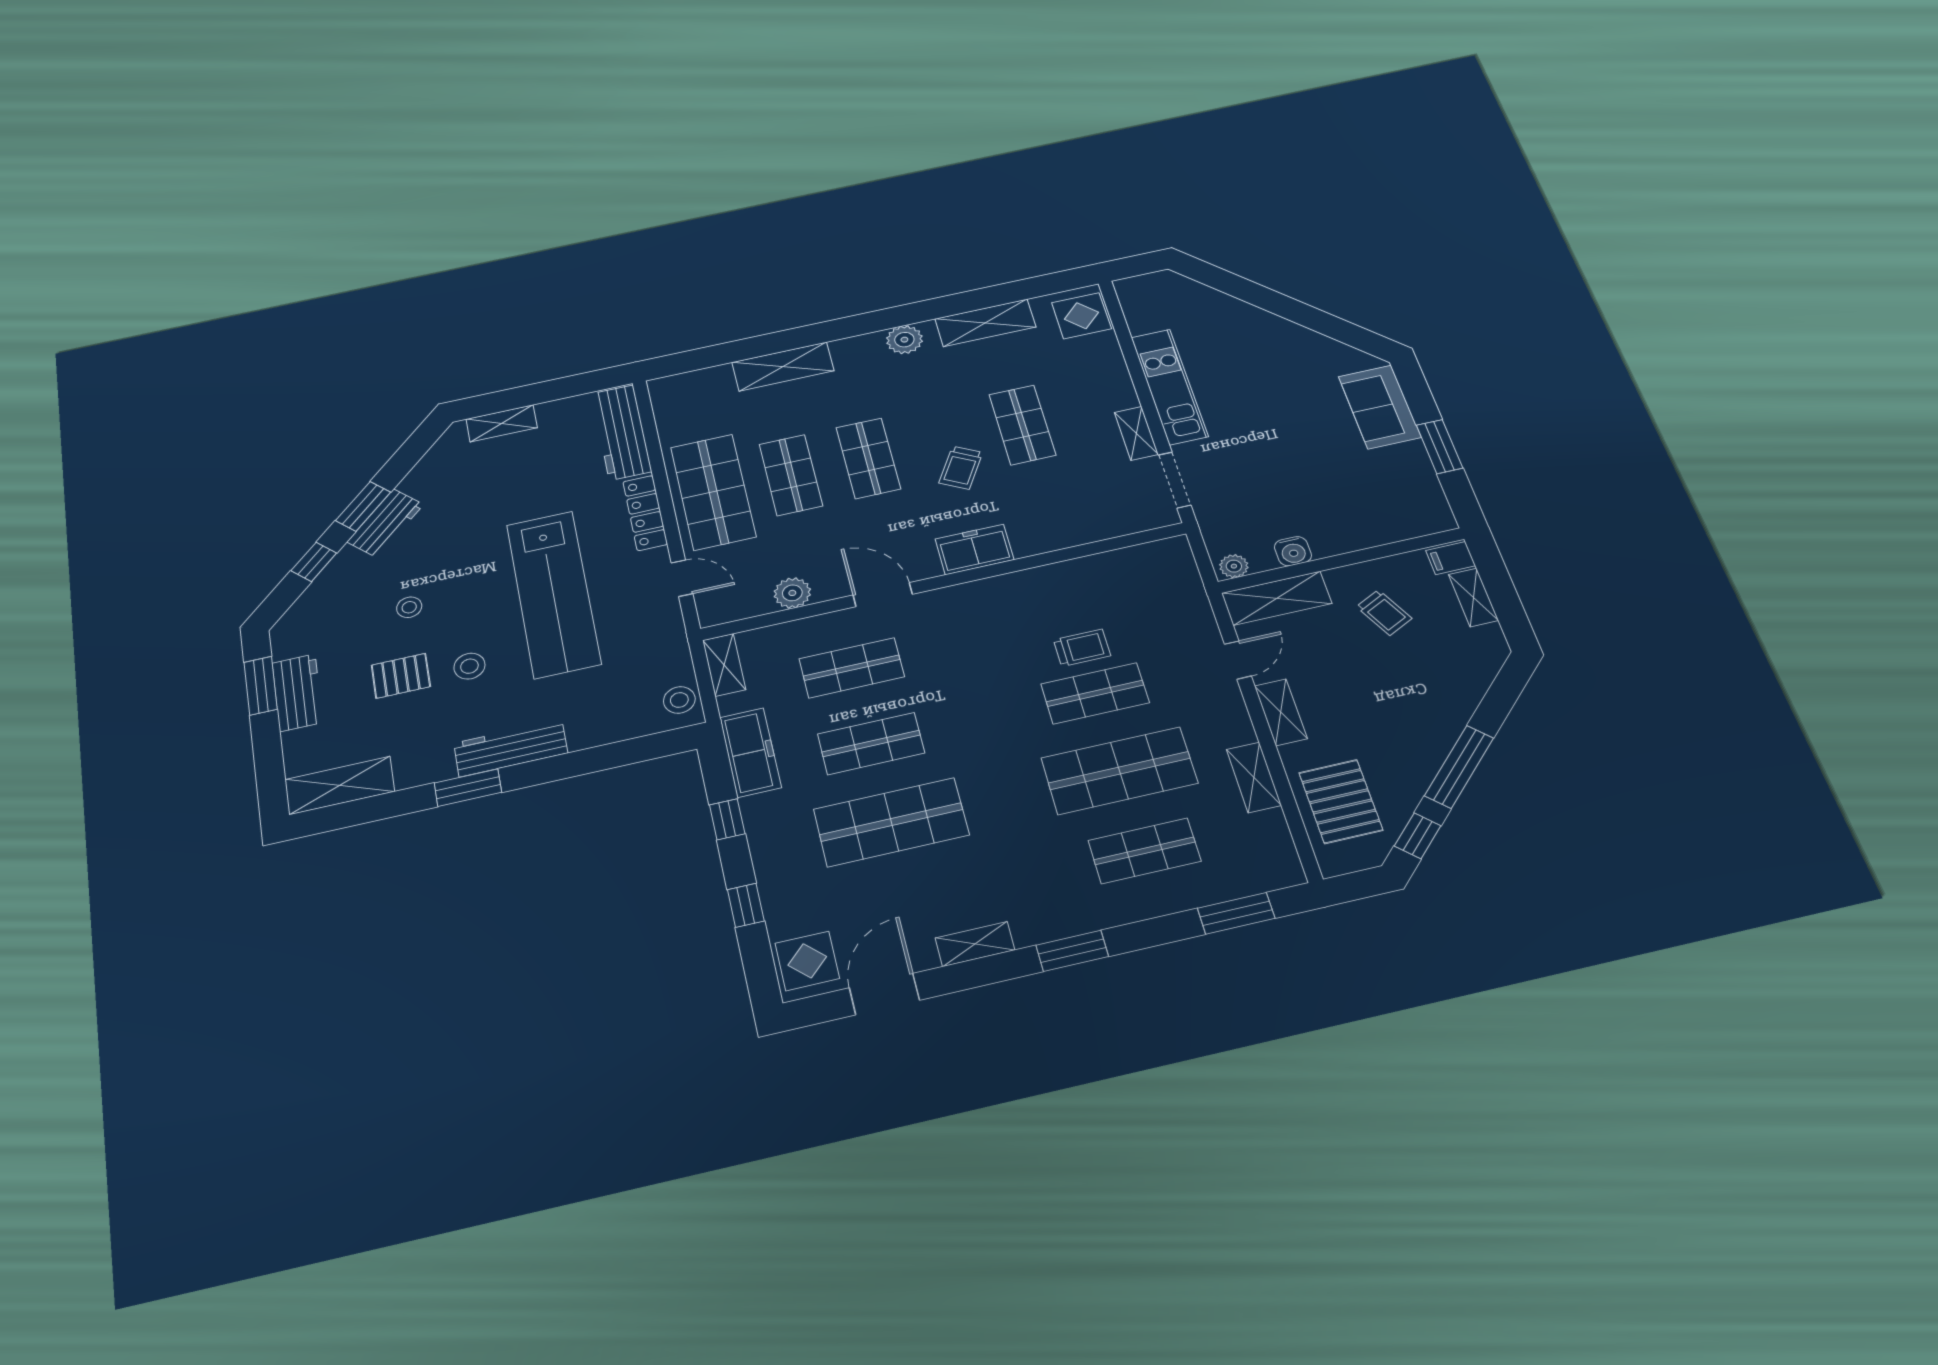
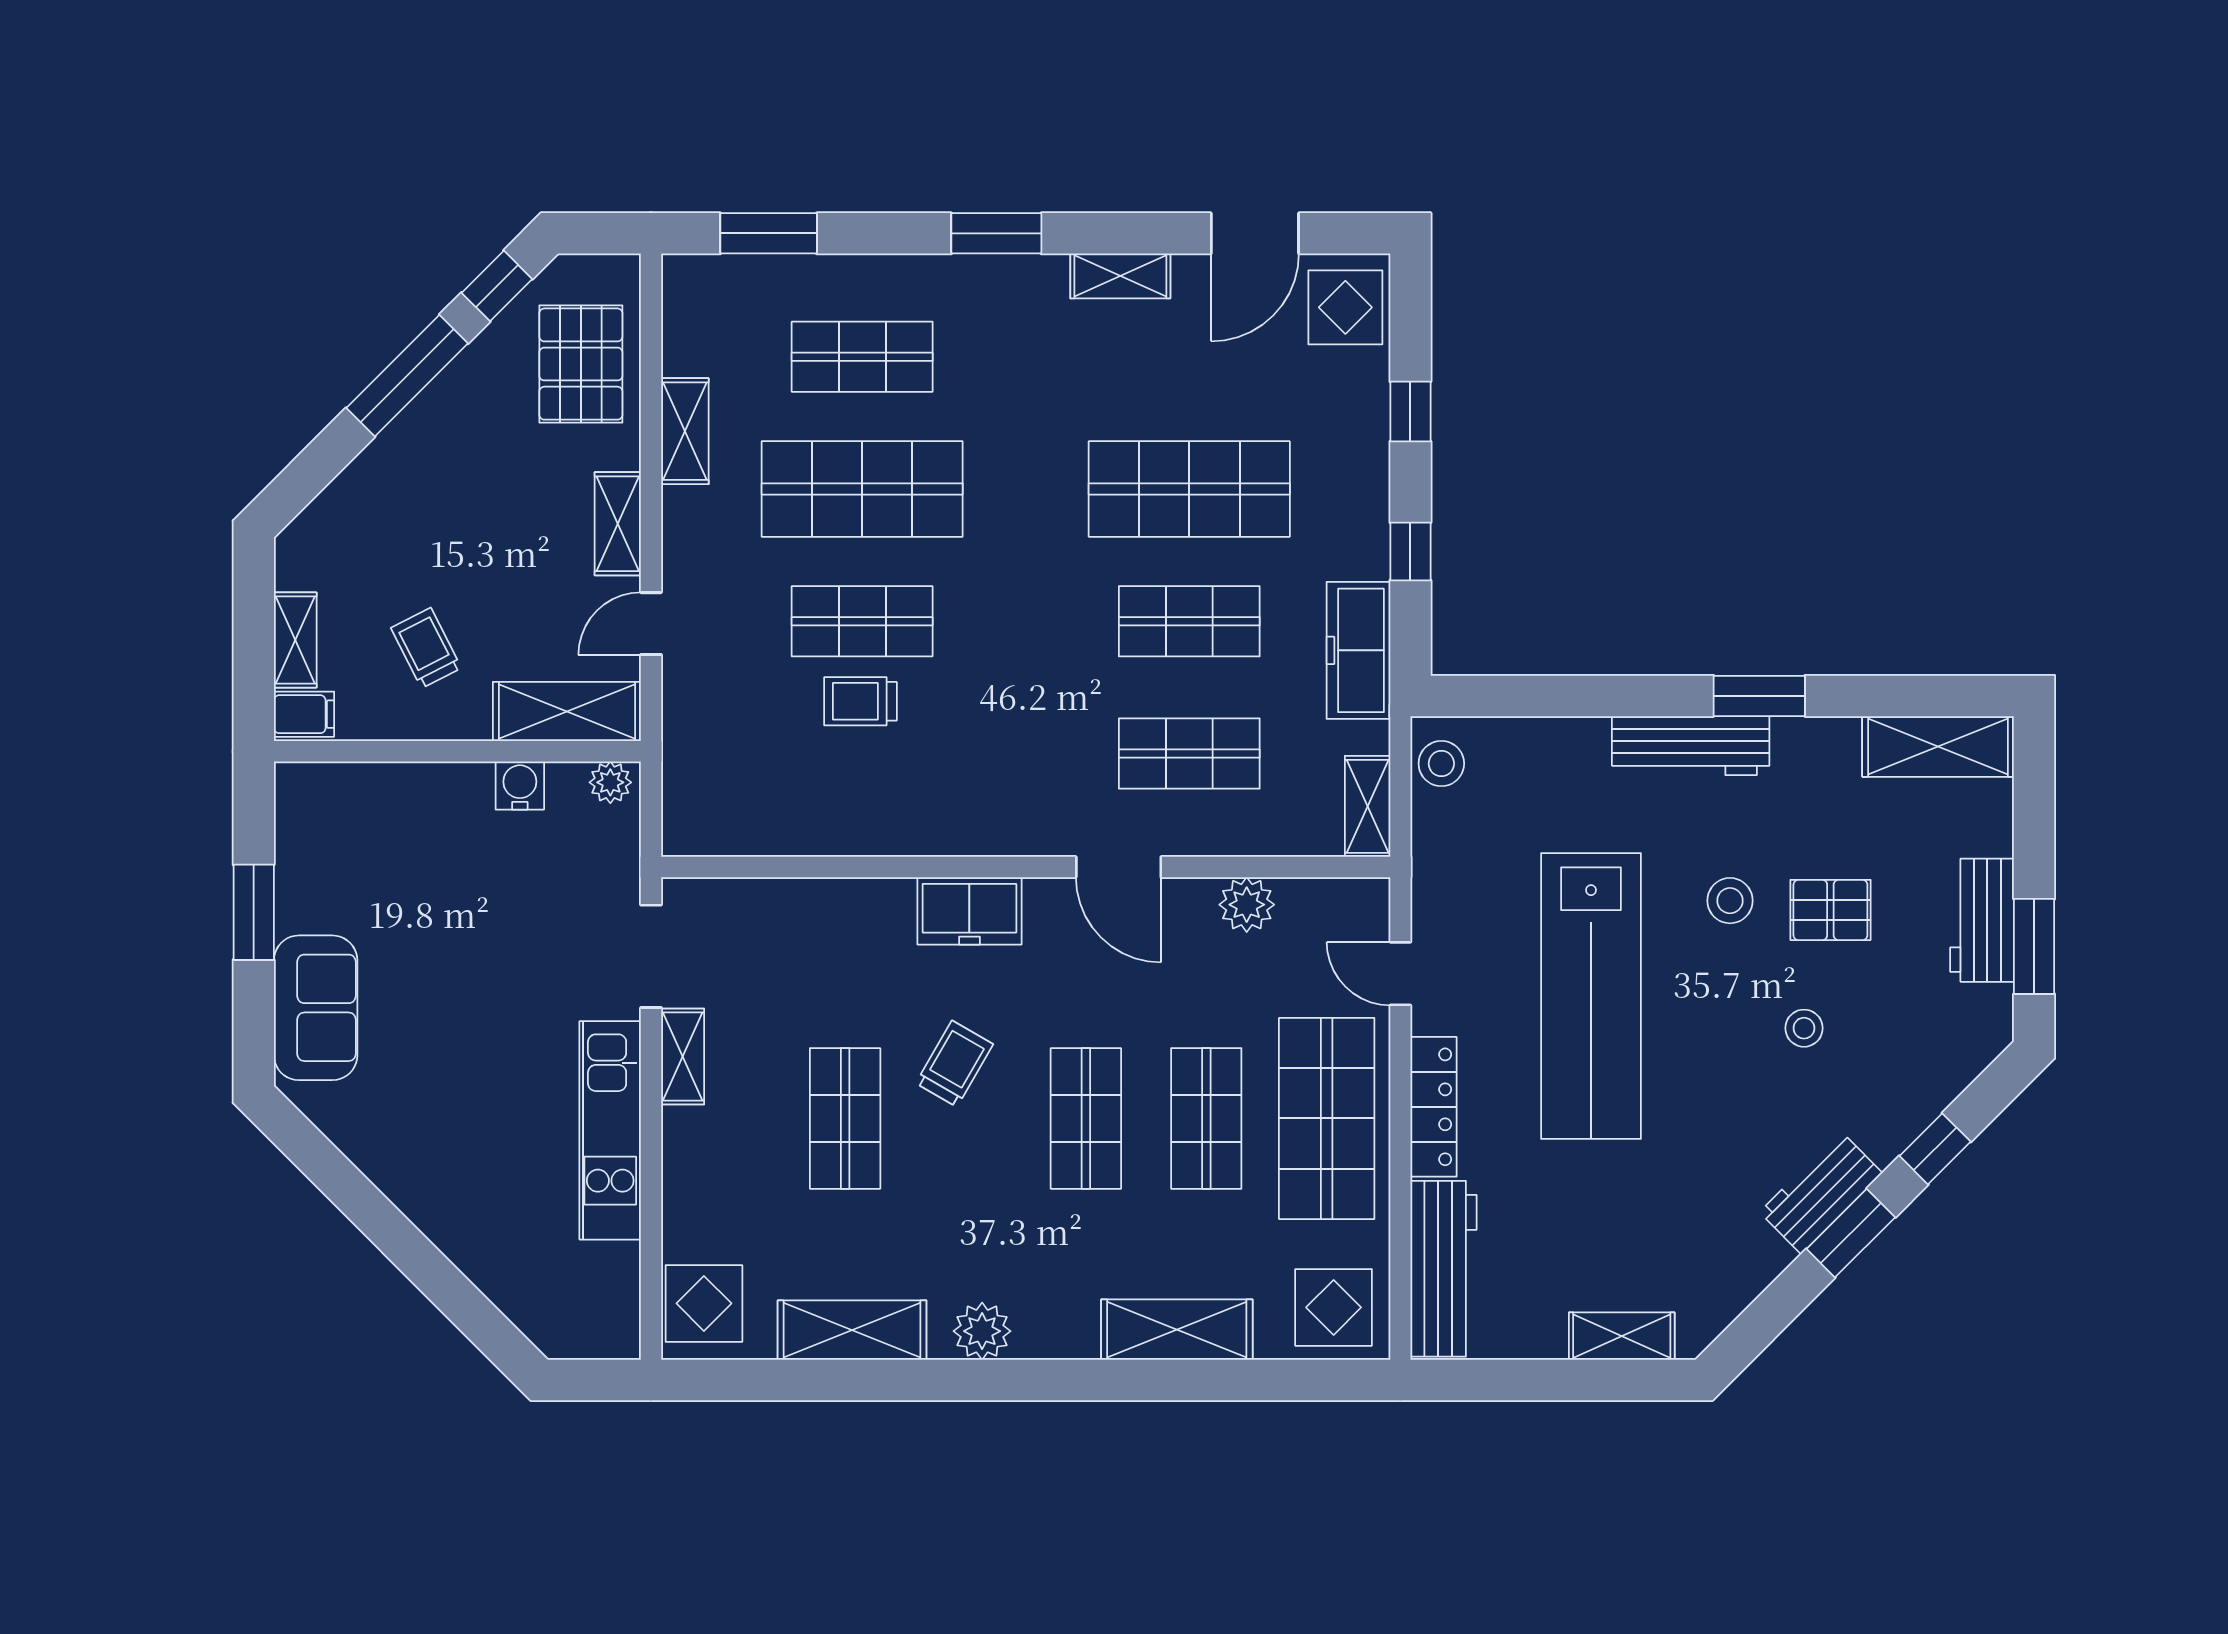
display table: (687, 398) -> (1334, 1307), added
lab bench: (553, 594) -> (1591, 996), turned 180

